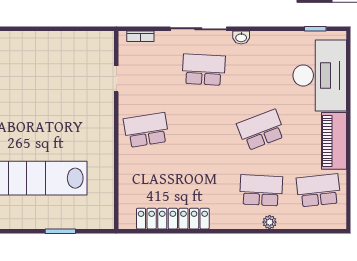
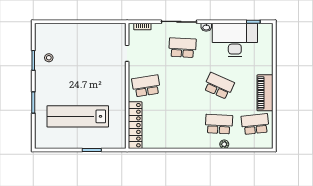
desk: (320, 75) -> (235, 40), moved, turned -90
school desk: (261, 130) -> (219, 86), turned 45
locker: (173, 219) -> (135, 125), moved, turned 90

